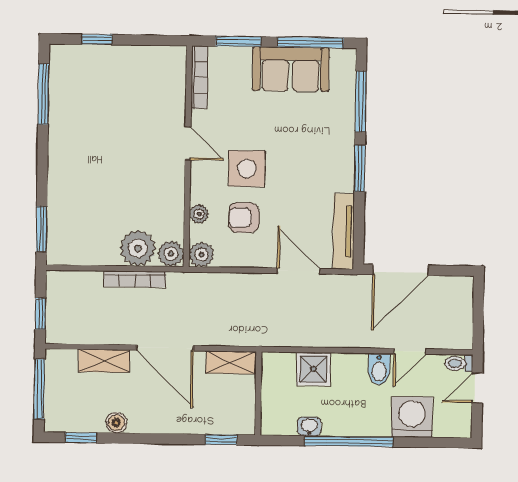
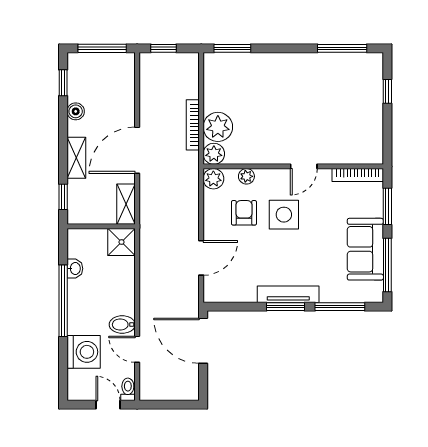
tv unit: (344, 231) -> (288, 294), moved
shelving: (104, 361) -> (76, 158), moved
shower: (314, 369) -> (122, 242), moved

